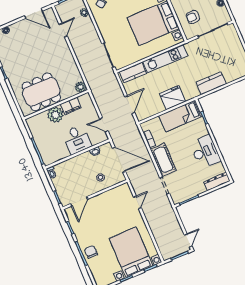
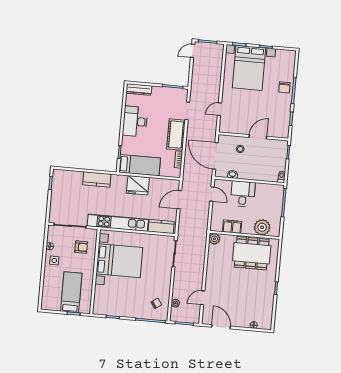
kitchen unit: (165, 59) -> (118, 223), width x1.36
plant: (55, 115) -> (262, 227), moved
door: (79, 201) -> (258, 137), moved

